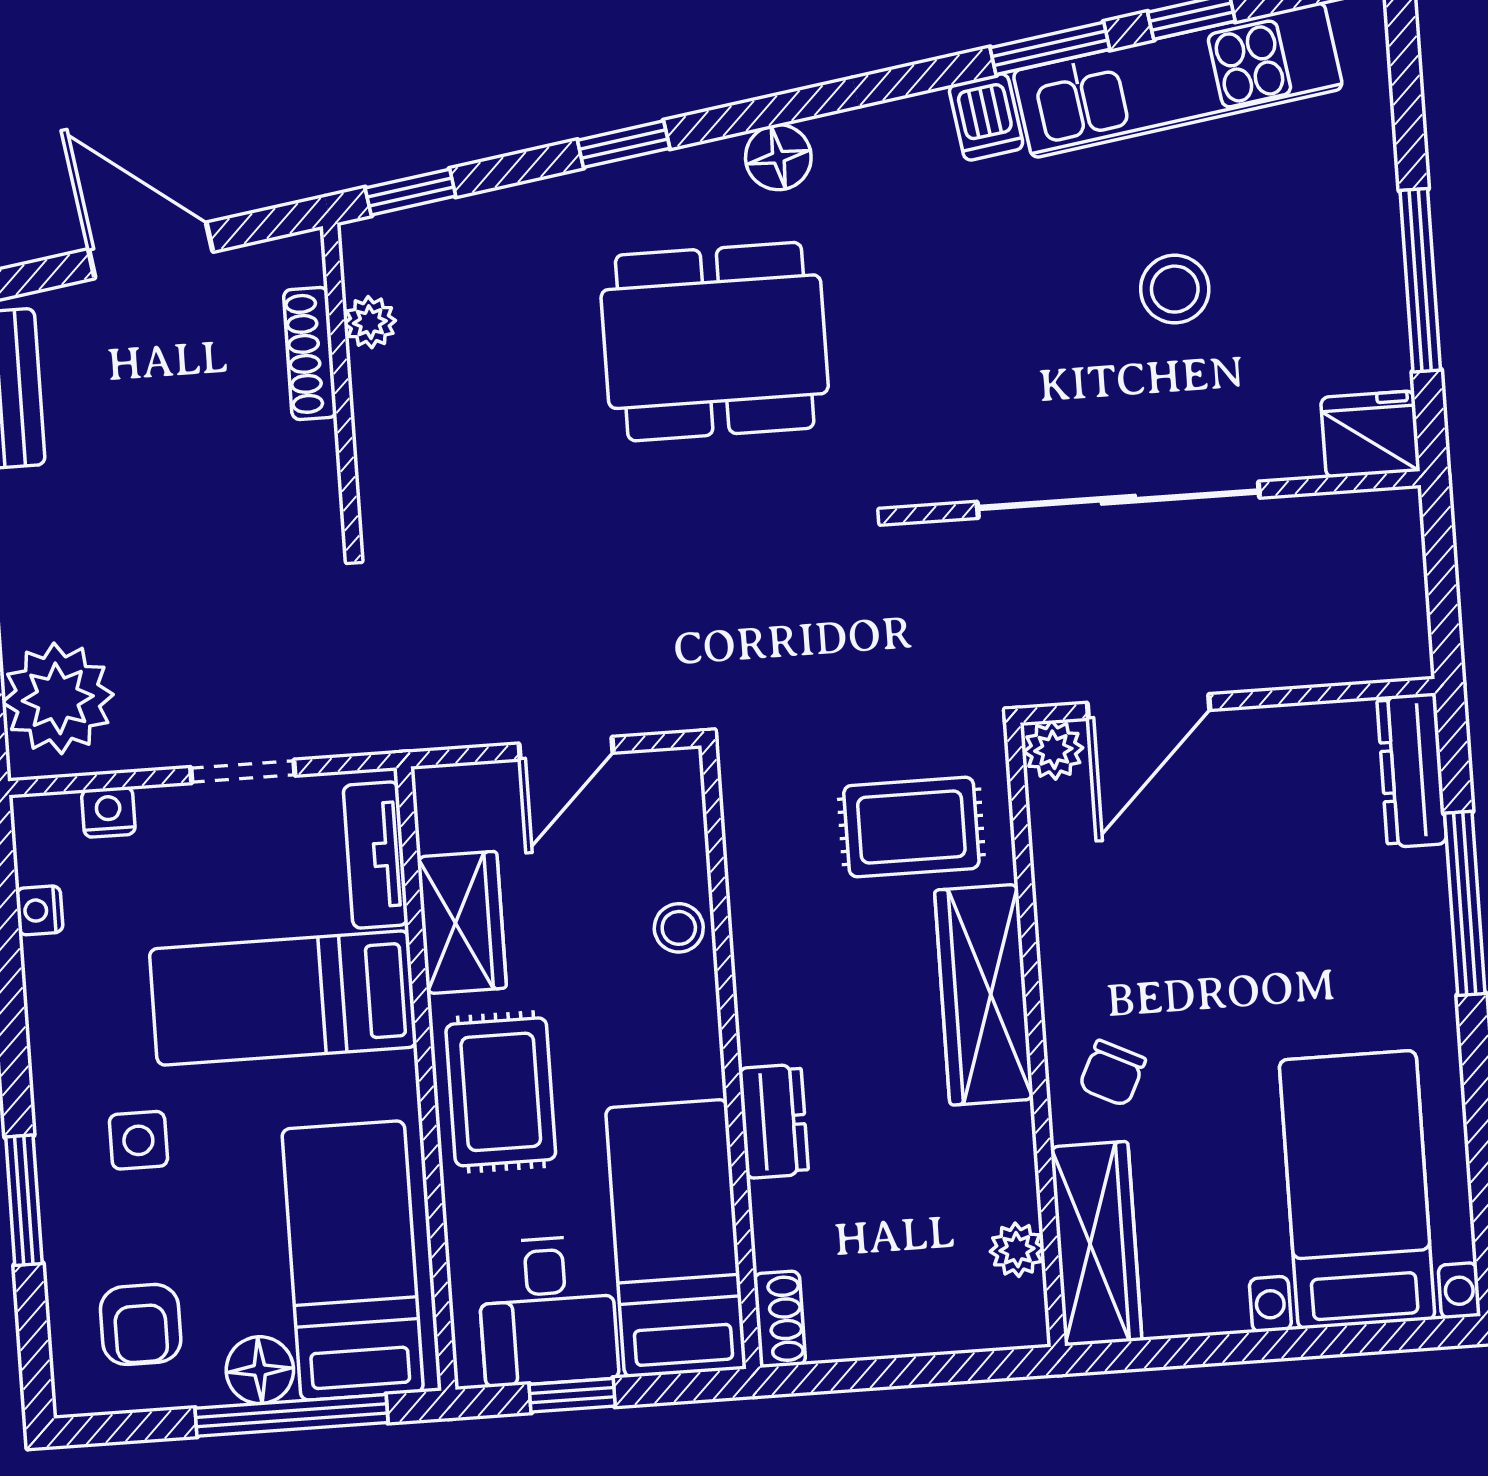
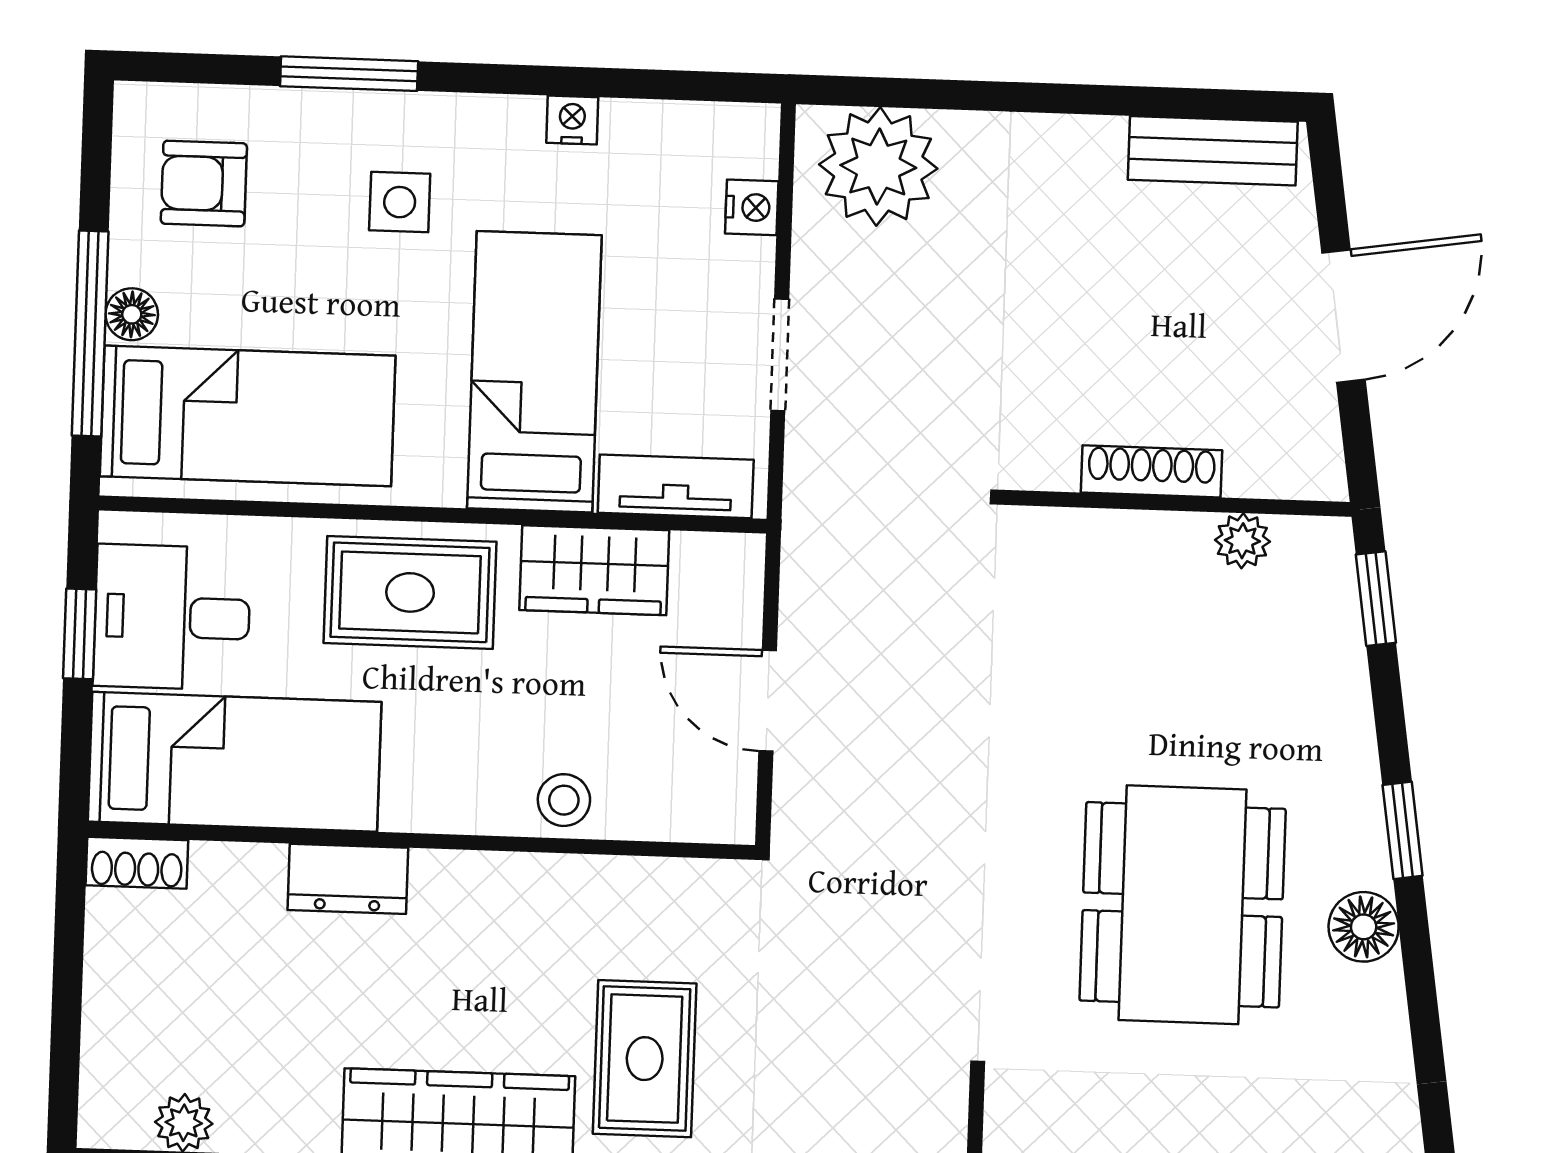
floor lamp: (778, 157) -> (1364, 927), moved
shoe rack: (310, 354) -> (1152, 471), moved
nightstand: (39, 910) -> (572, 120), moved
floor lamp: (260, 1370) -> (132, 314), width x0.73, depth x0.73

